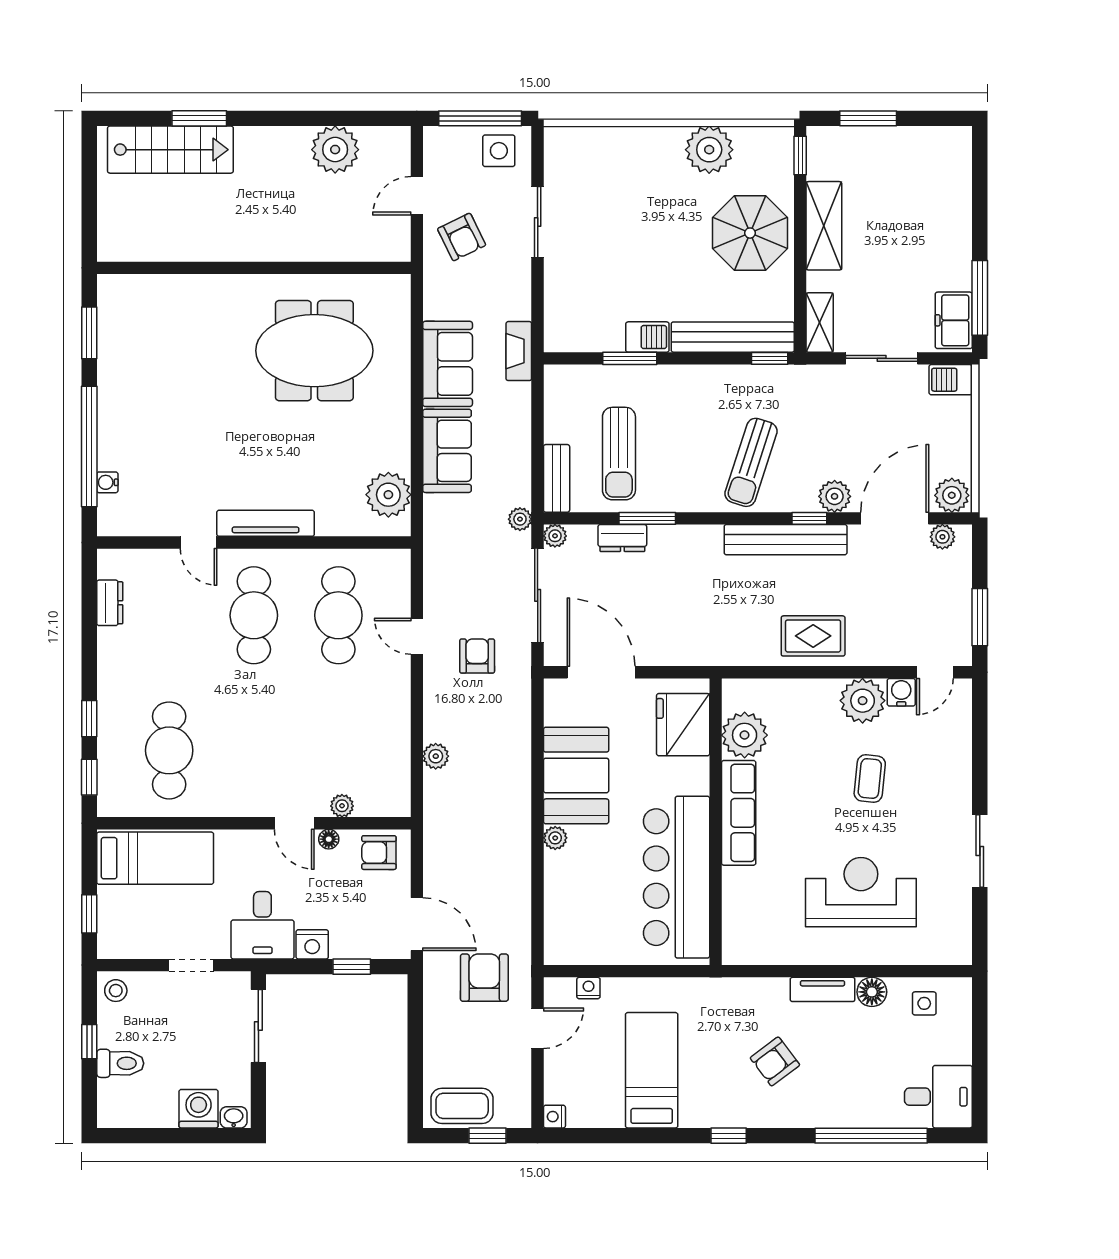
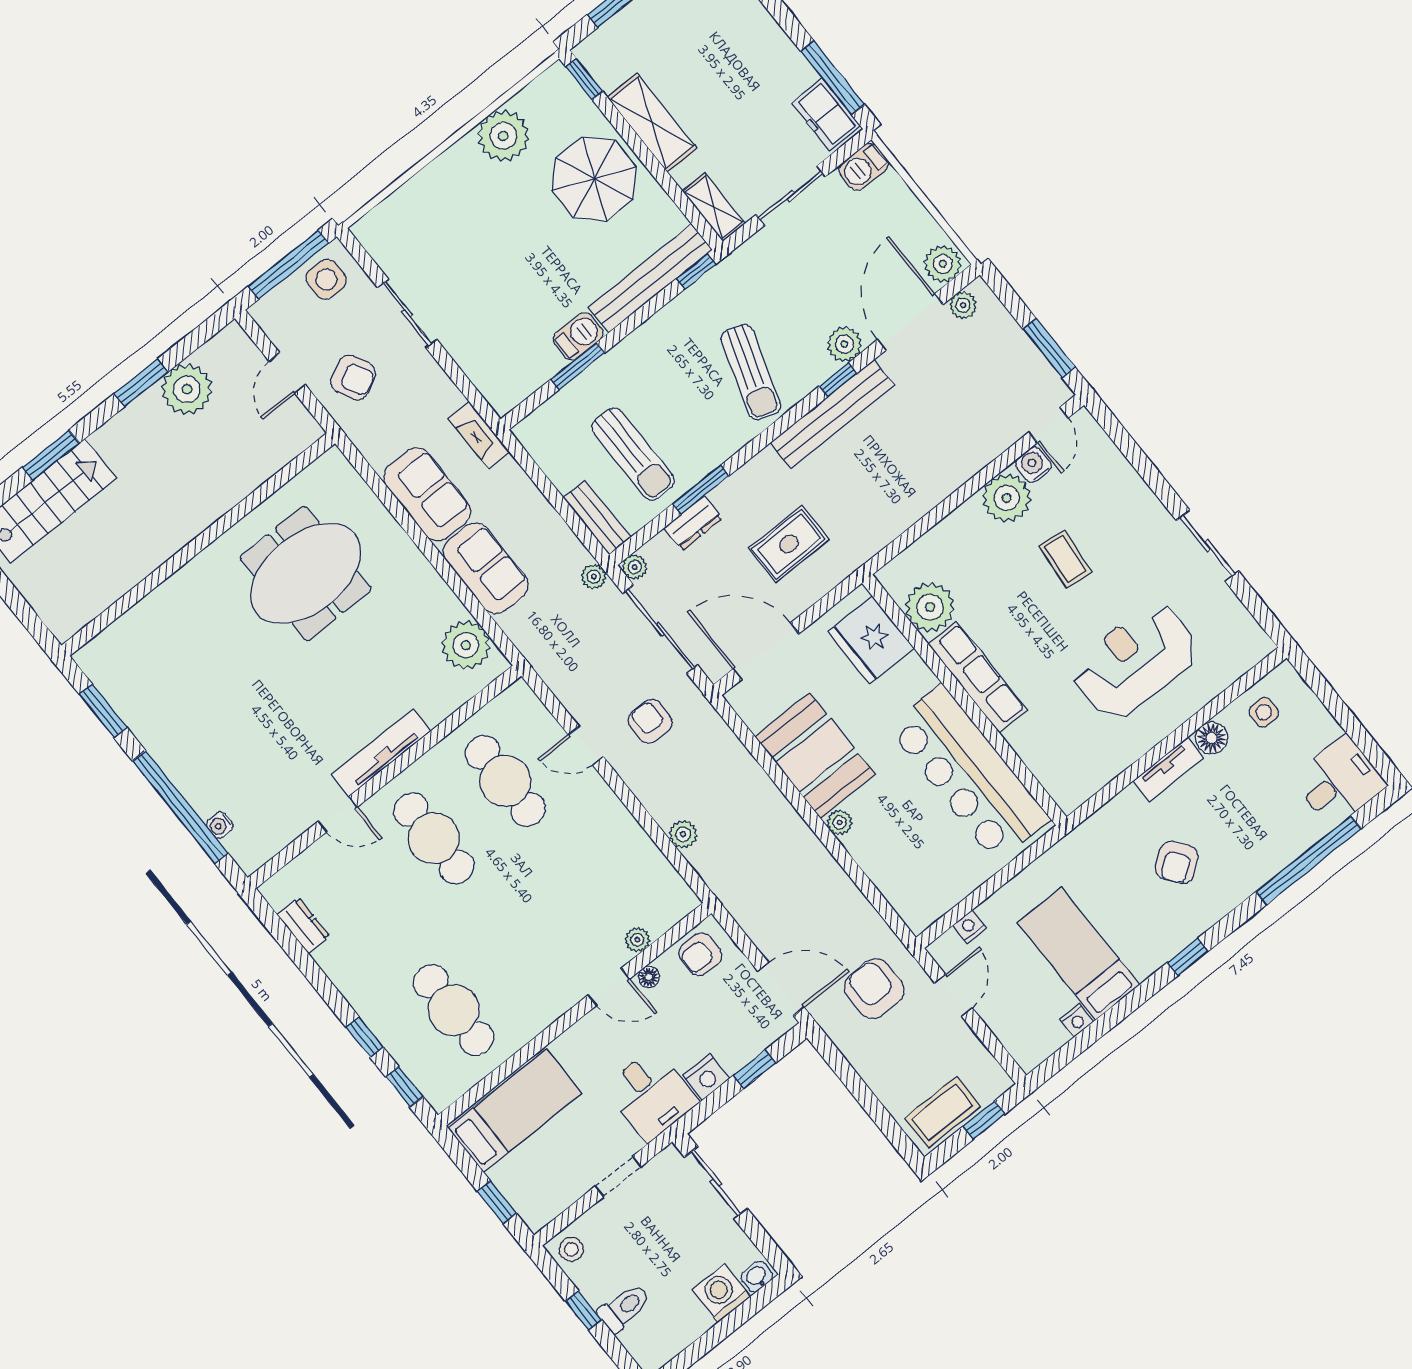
window: (306, 118) -> (141, 383), added
rug: (813, 636) -> (789, 544), moved
nightstand: (554, 1117) -> (1077, 1020), moved, turned -90

